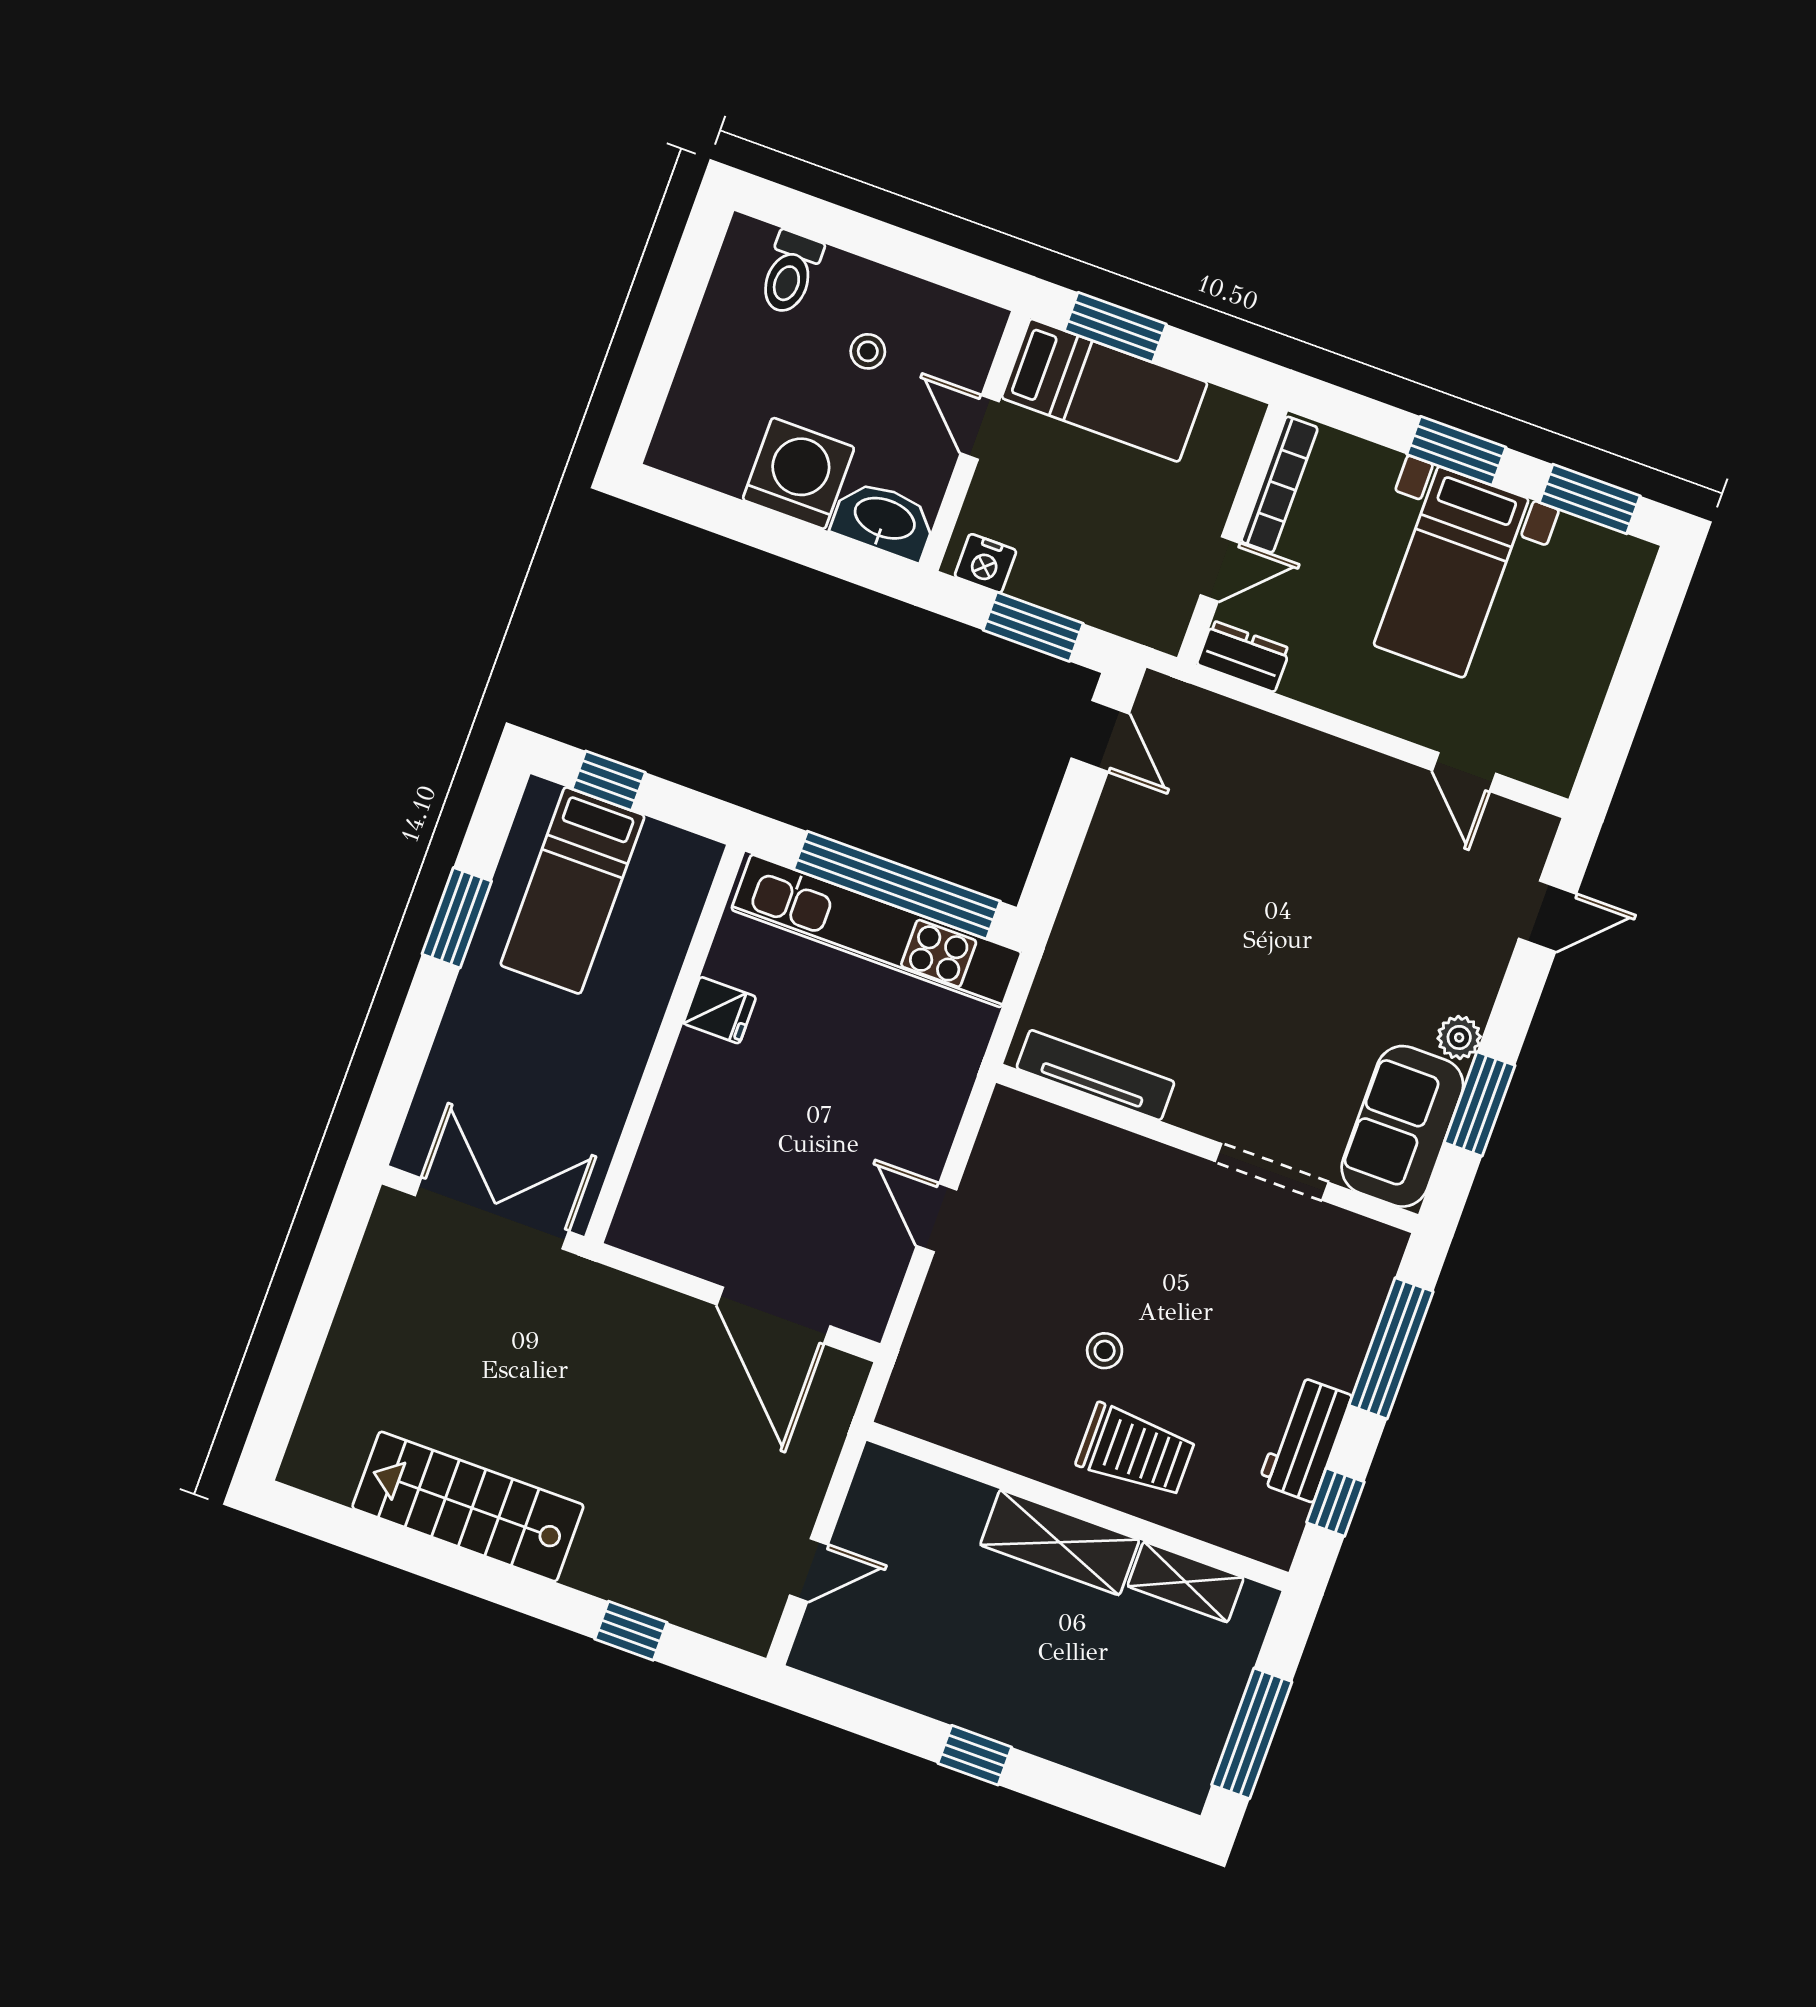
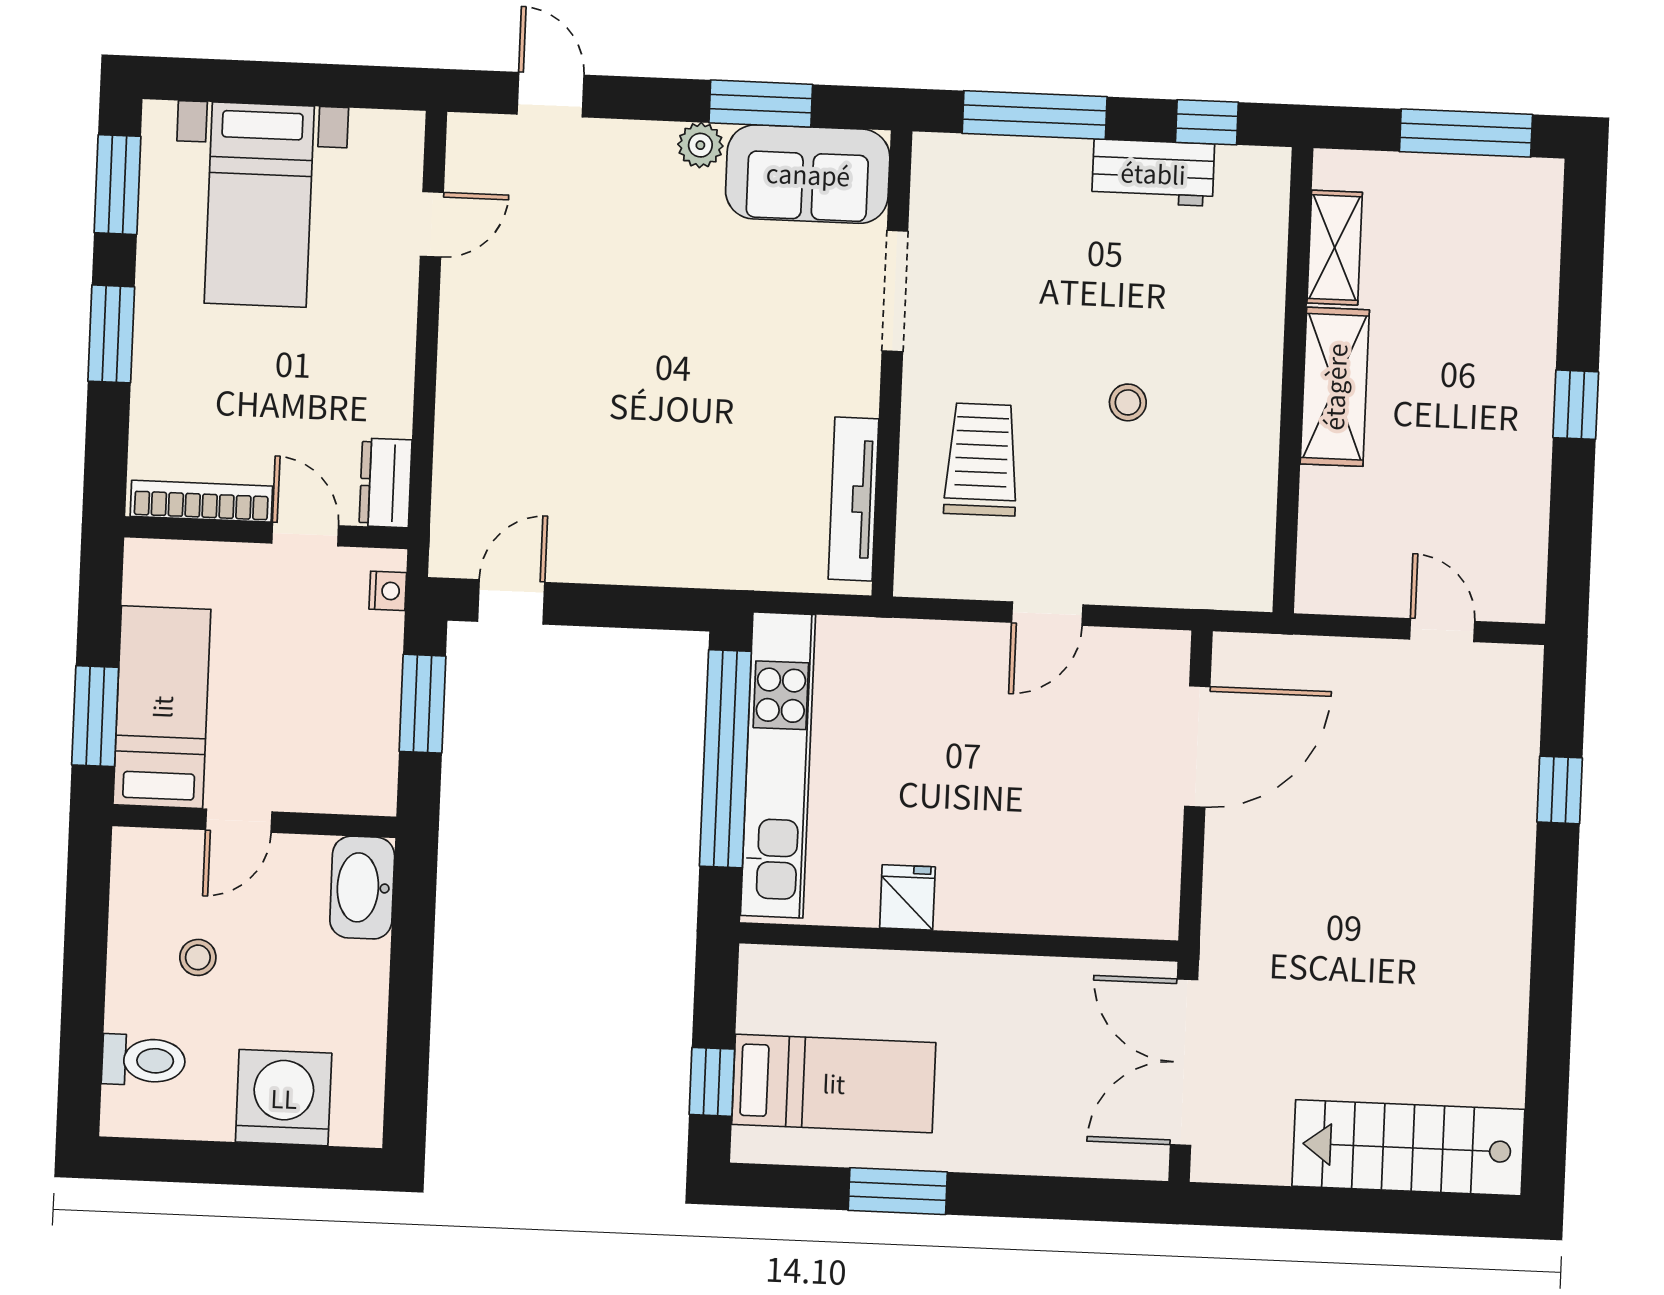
washing machine: (798, 473) -> (284, 1098), moved, turned 90
nightstand: (985, 563) -> (388, 591), moved, width x0.72, depth x0.74
bed with nightstands: (1451, 572) -> (259, 205), moved, turned 90
trolley: (1136, 1451) -> (981, 459), moved
stairs: (468, 1507) -> (1408, 1148), moved, turned 90

